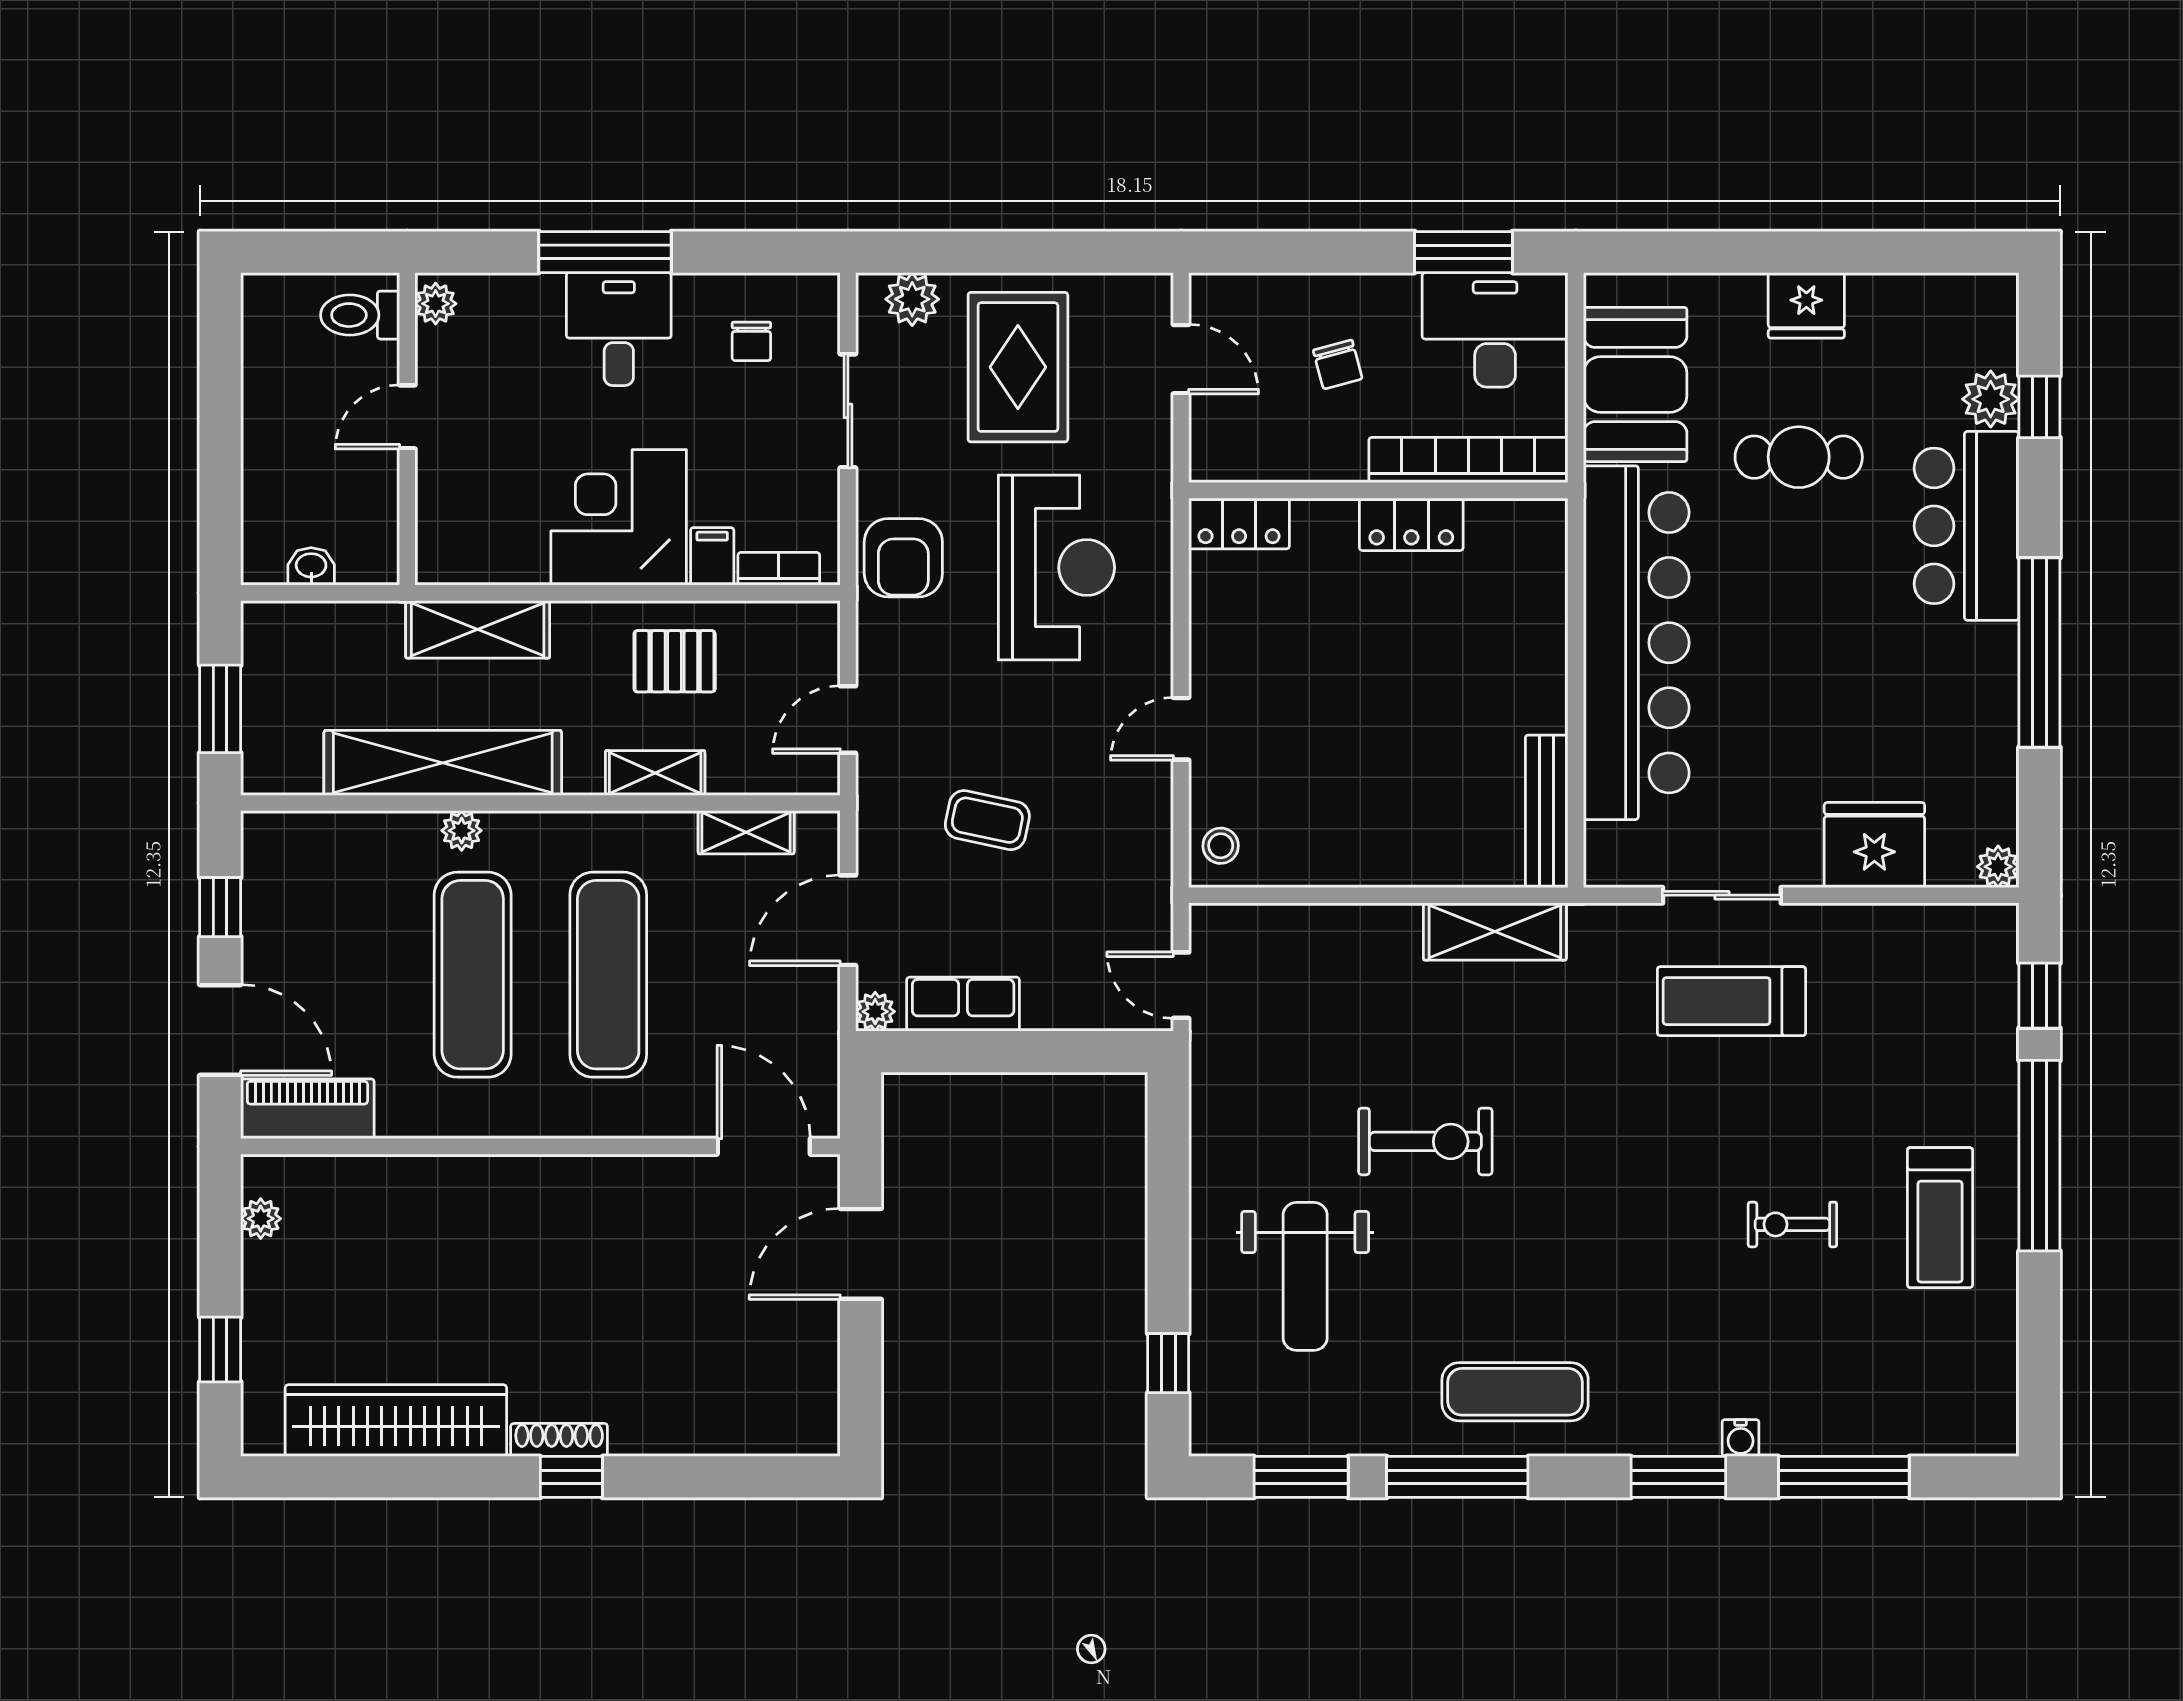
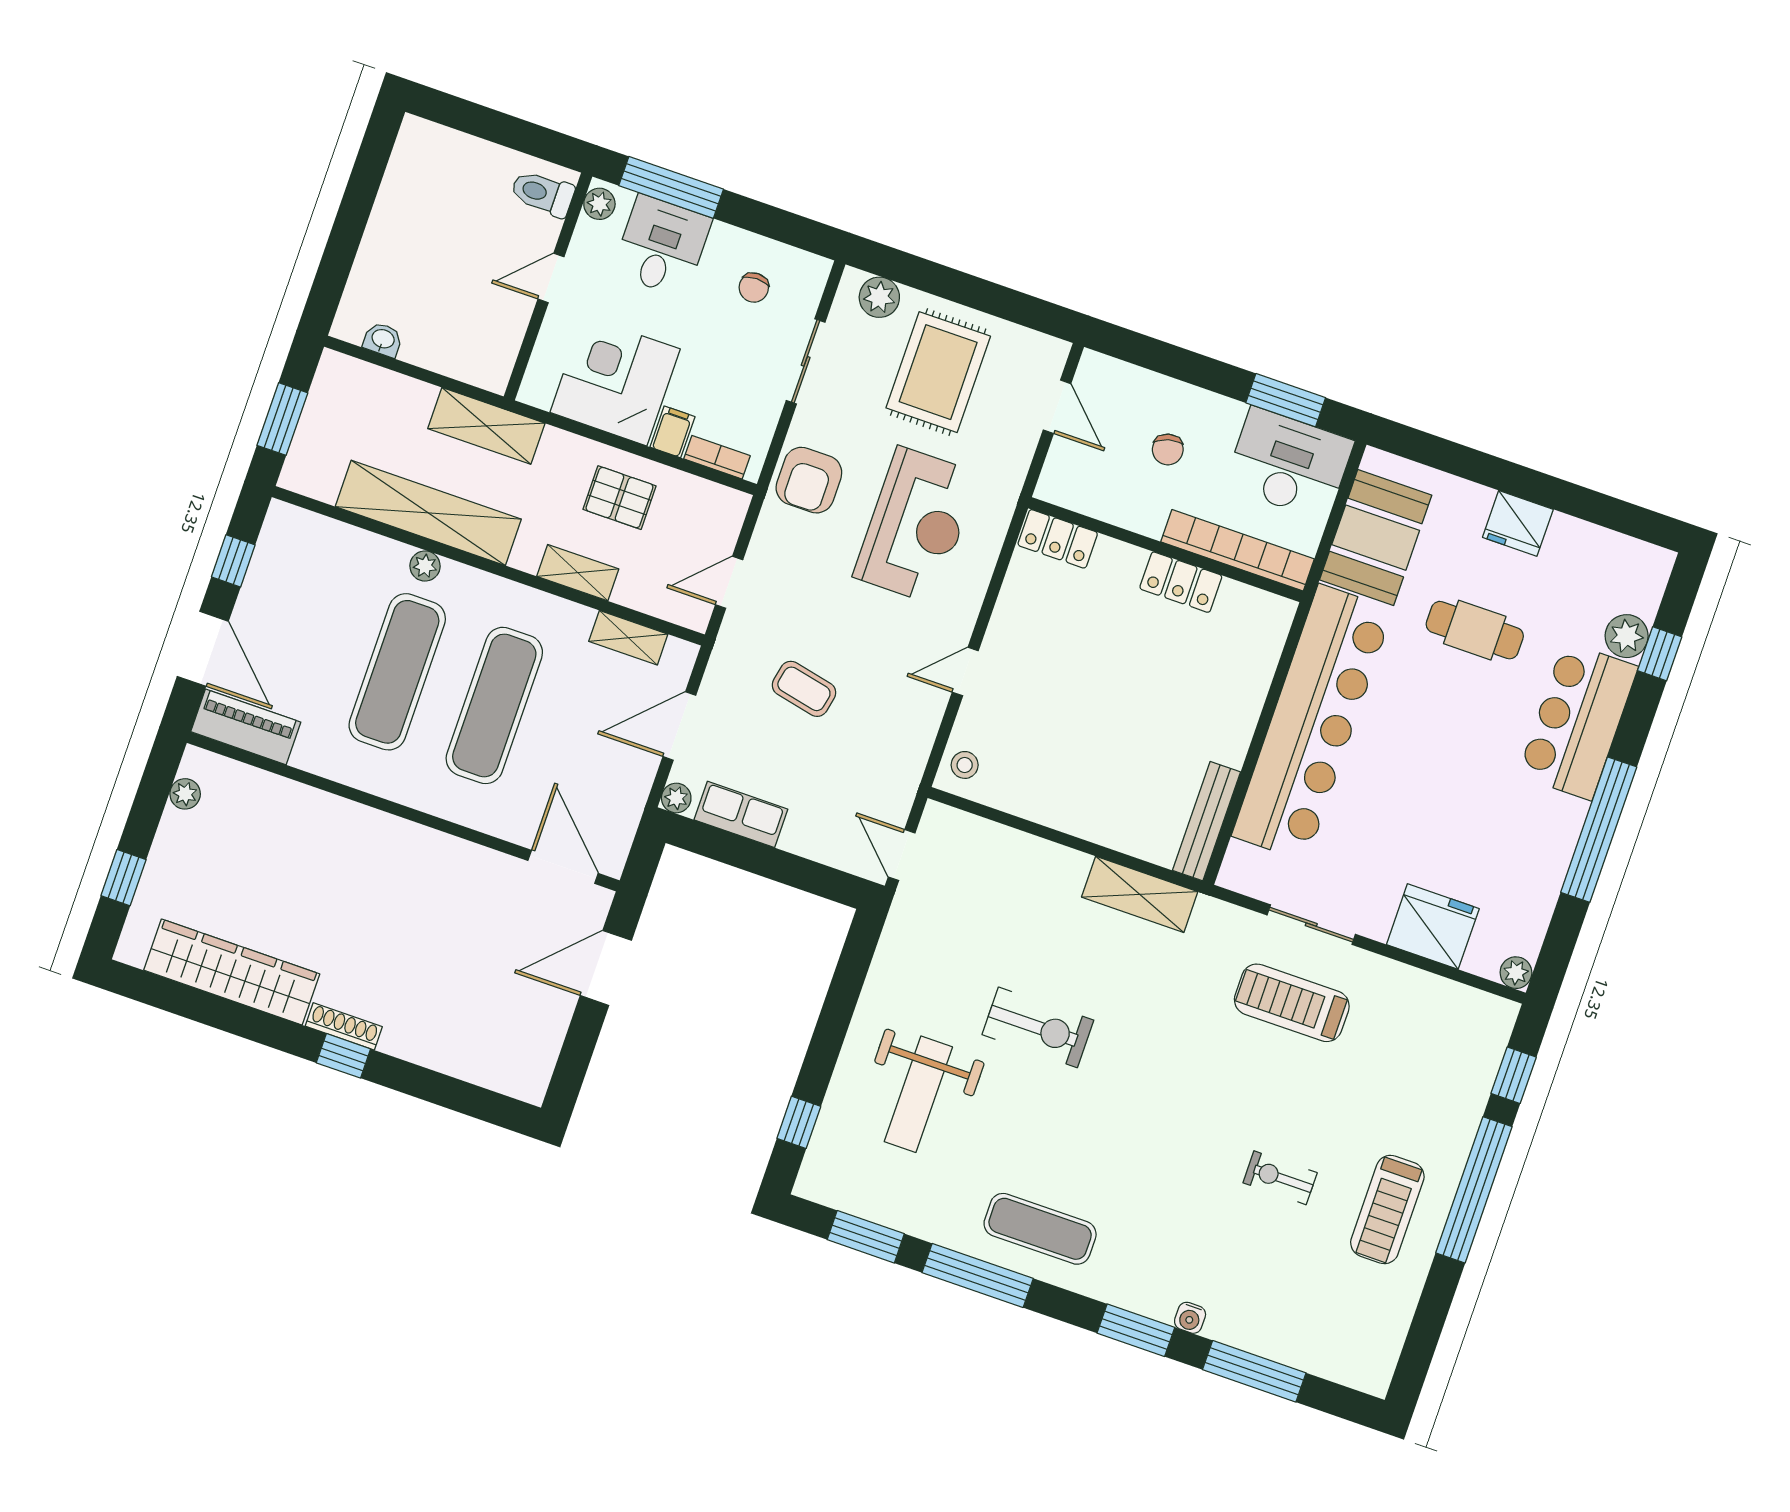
plant: (436, 304) -> (599, 204), moved
toilet: (360, 315) -> (542, 193), moved
door: (407, 417) -> (551, 278), moved
wall: (407, 429) -> (548, 287), moved

